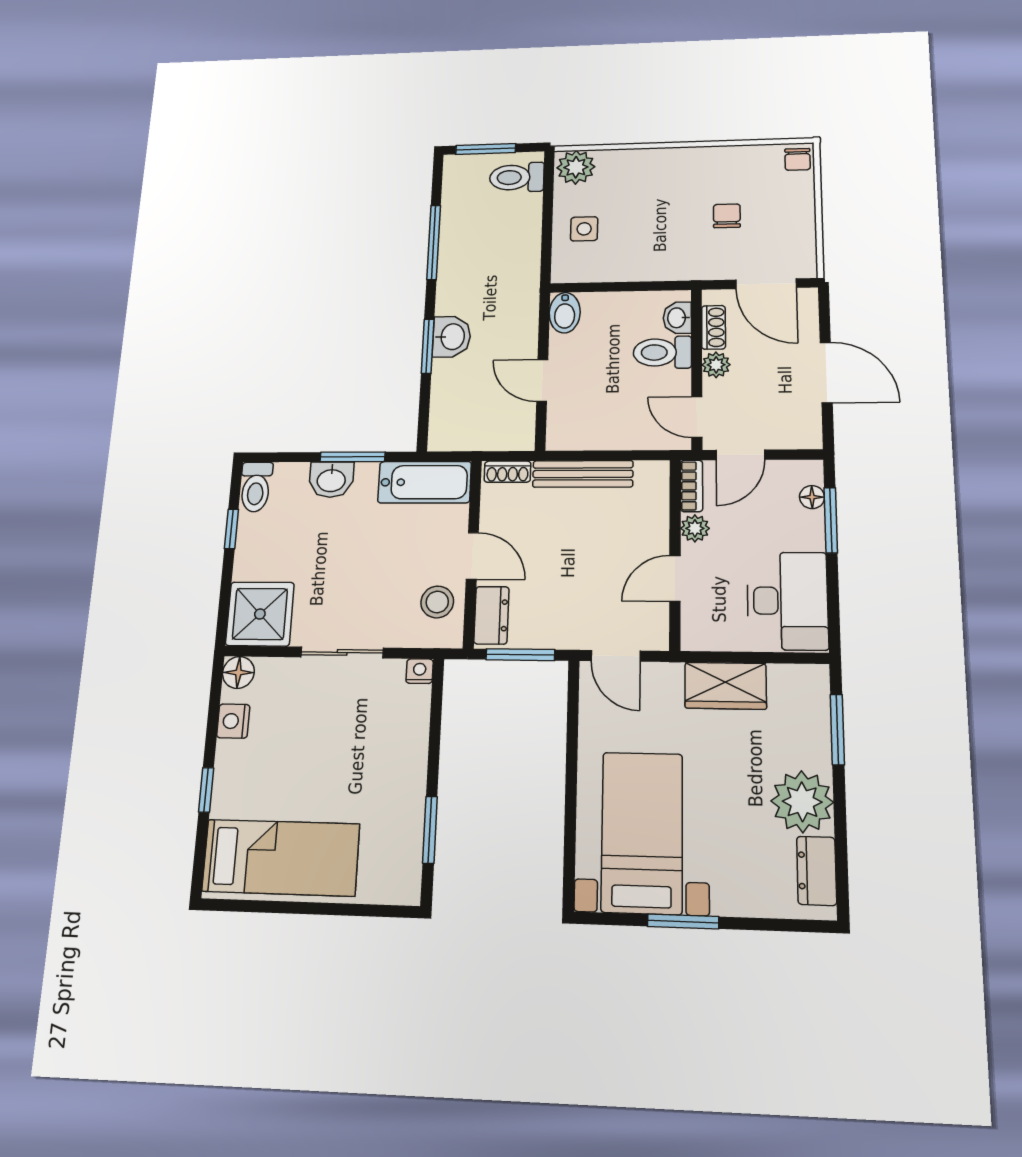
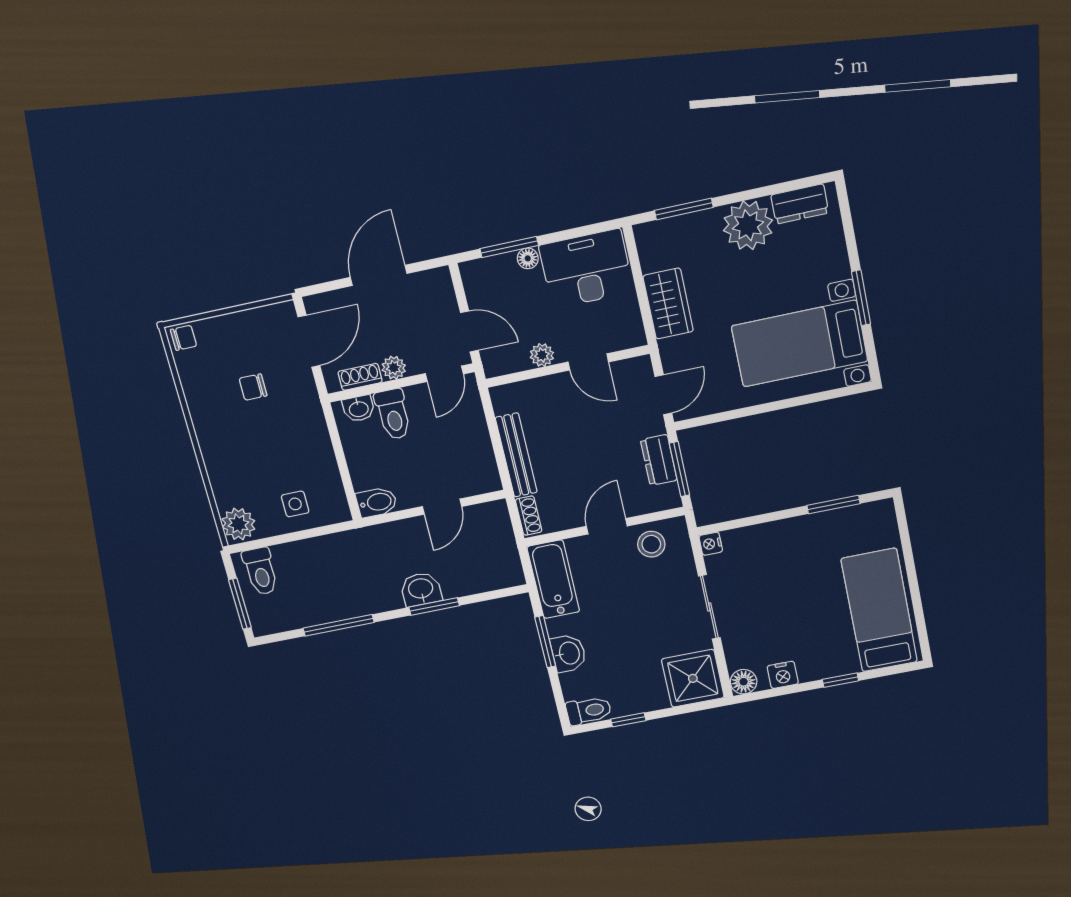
bookcase: (692, 486) -> (506, 365), removed
floor lamp: (812, 497) -> (528, 258), moved
dresser: (491, 615) -> (659, 460), moved, turned -90

